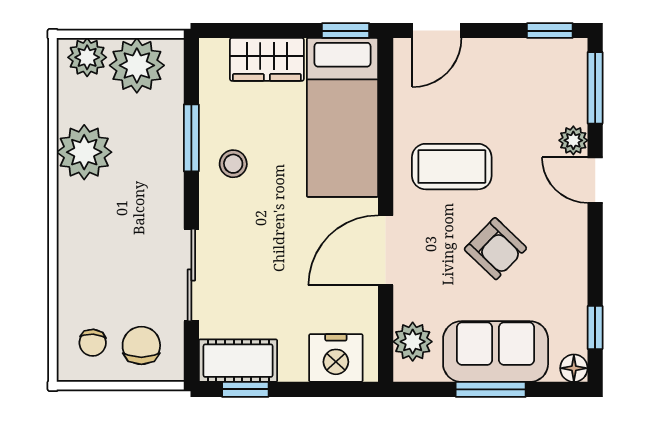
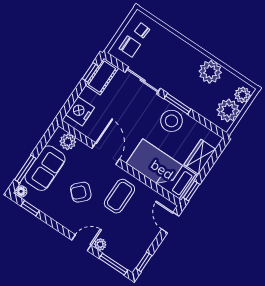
window: (191, 138) -> (177, 104), moved
stool: (233, 164) -> (171, 121), width x1.89, depth x1.89
window: (491, 389) -> (25, 169), moved

